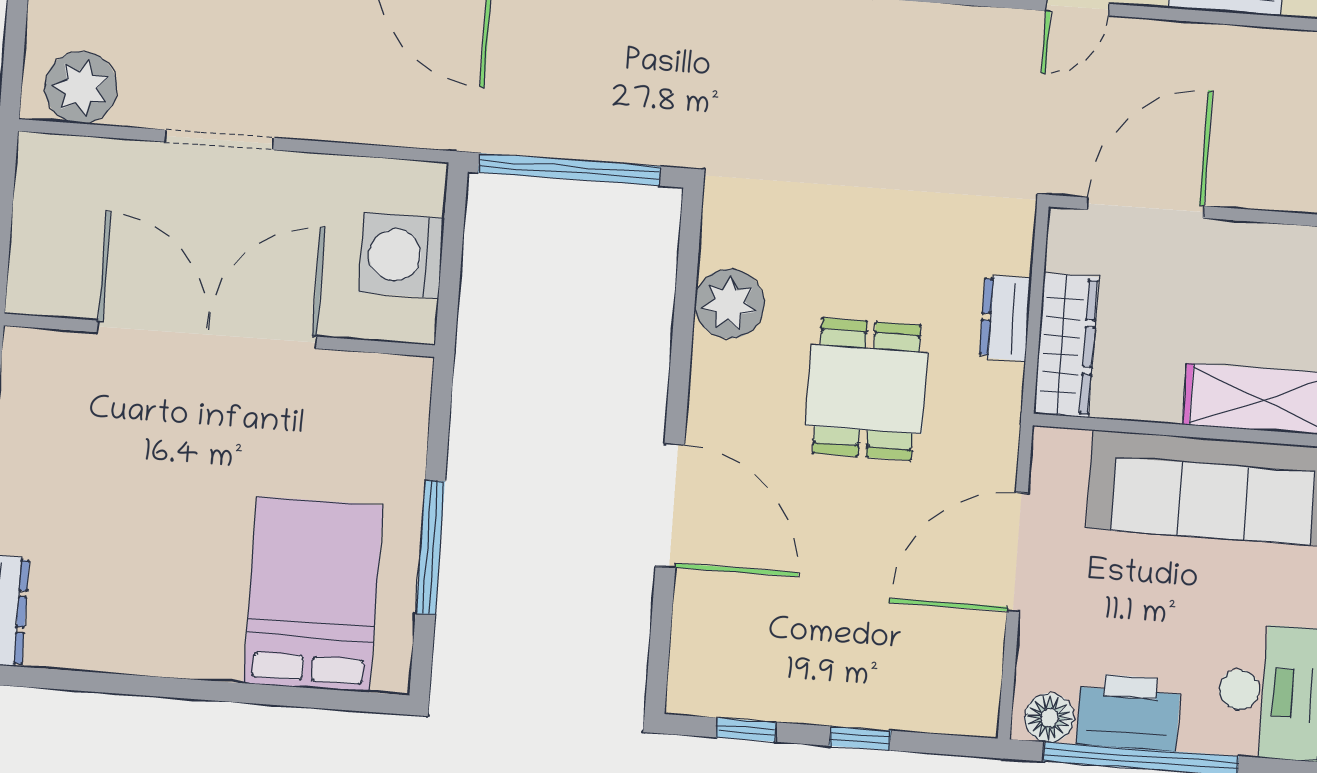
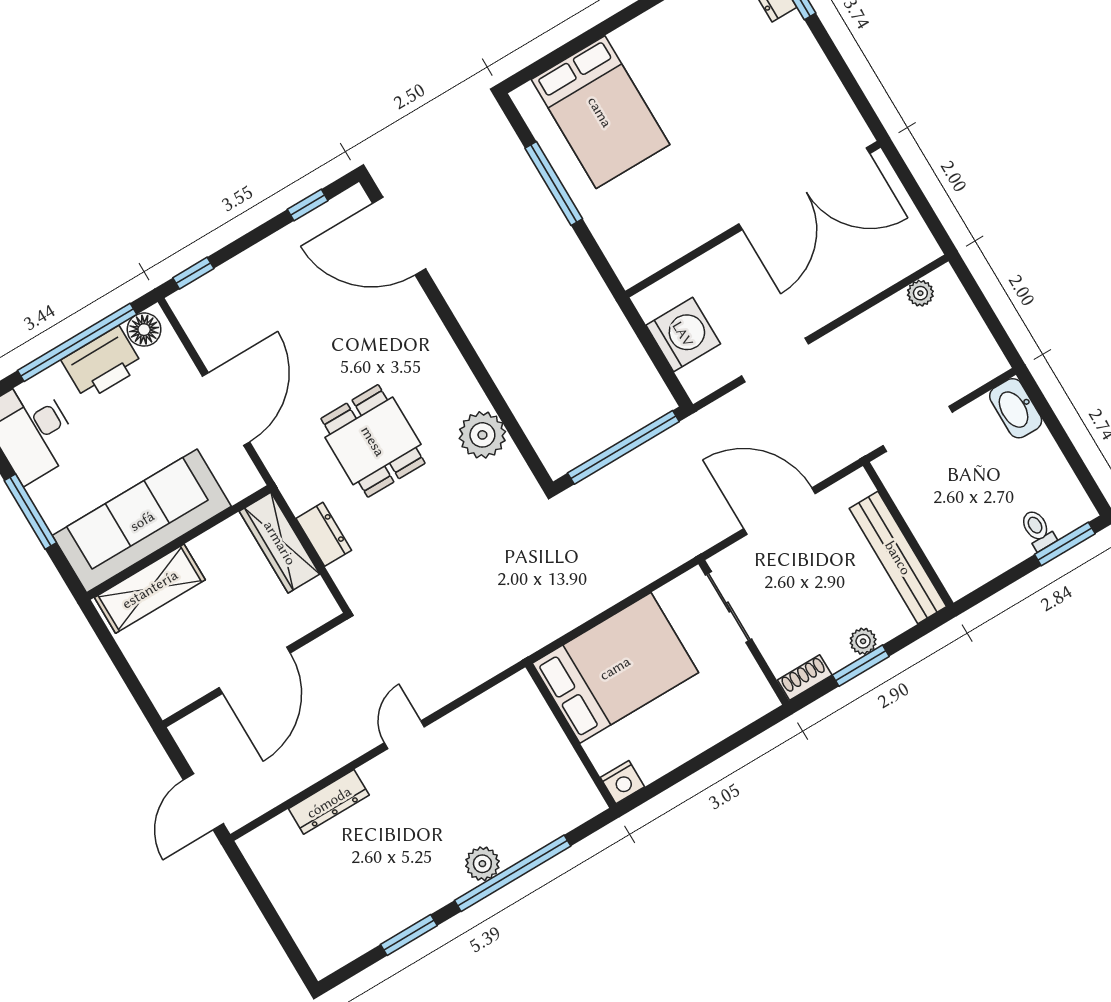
plant: (81, 88) -> (920, 293), width x0.53, depth x0.53
doorway: (219, 140) -> (775, 360), moved
door: (1145, 208) -> (255, 670), moved
double door: (207, 334) -> (804, 189), moved
door: (670, 505) -> (399, 236), moved
window: (860, 738) -> (193, 273), moved

